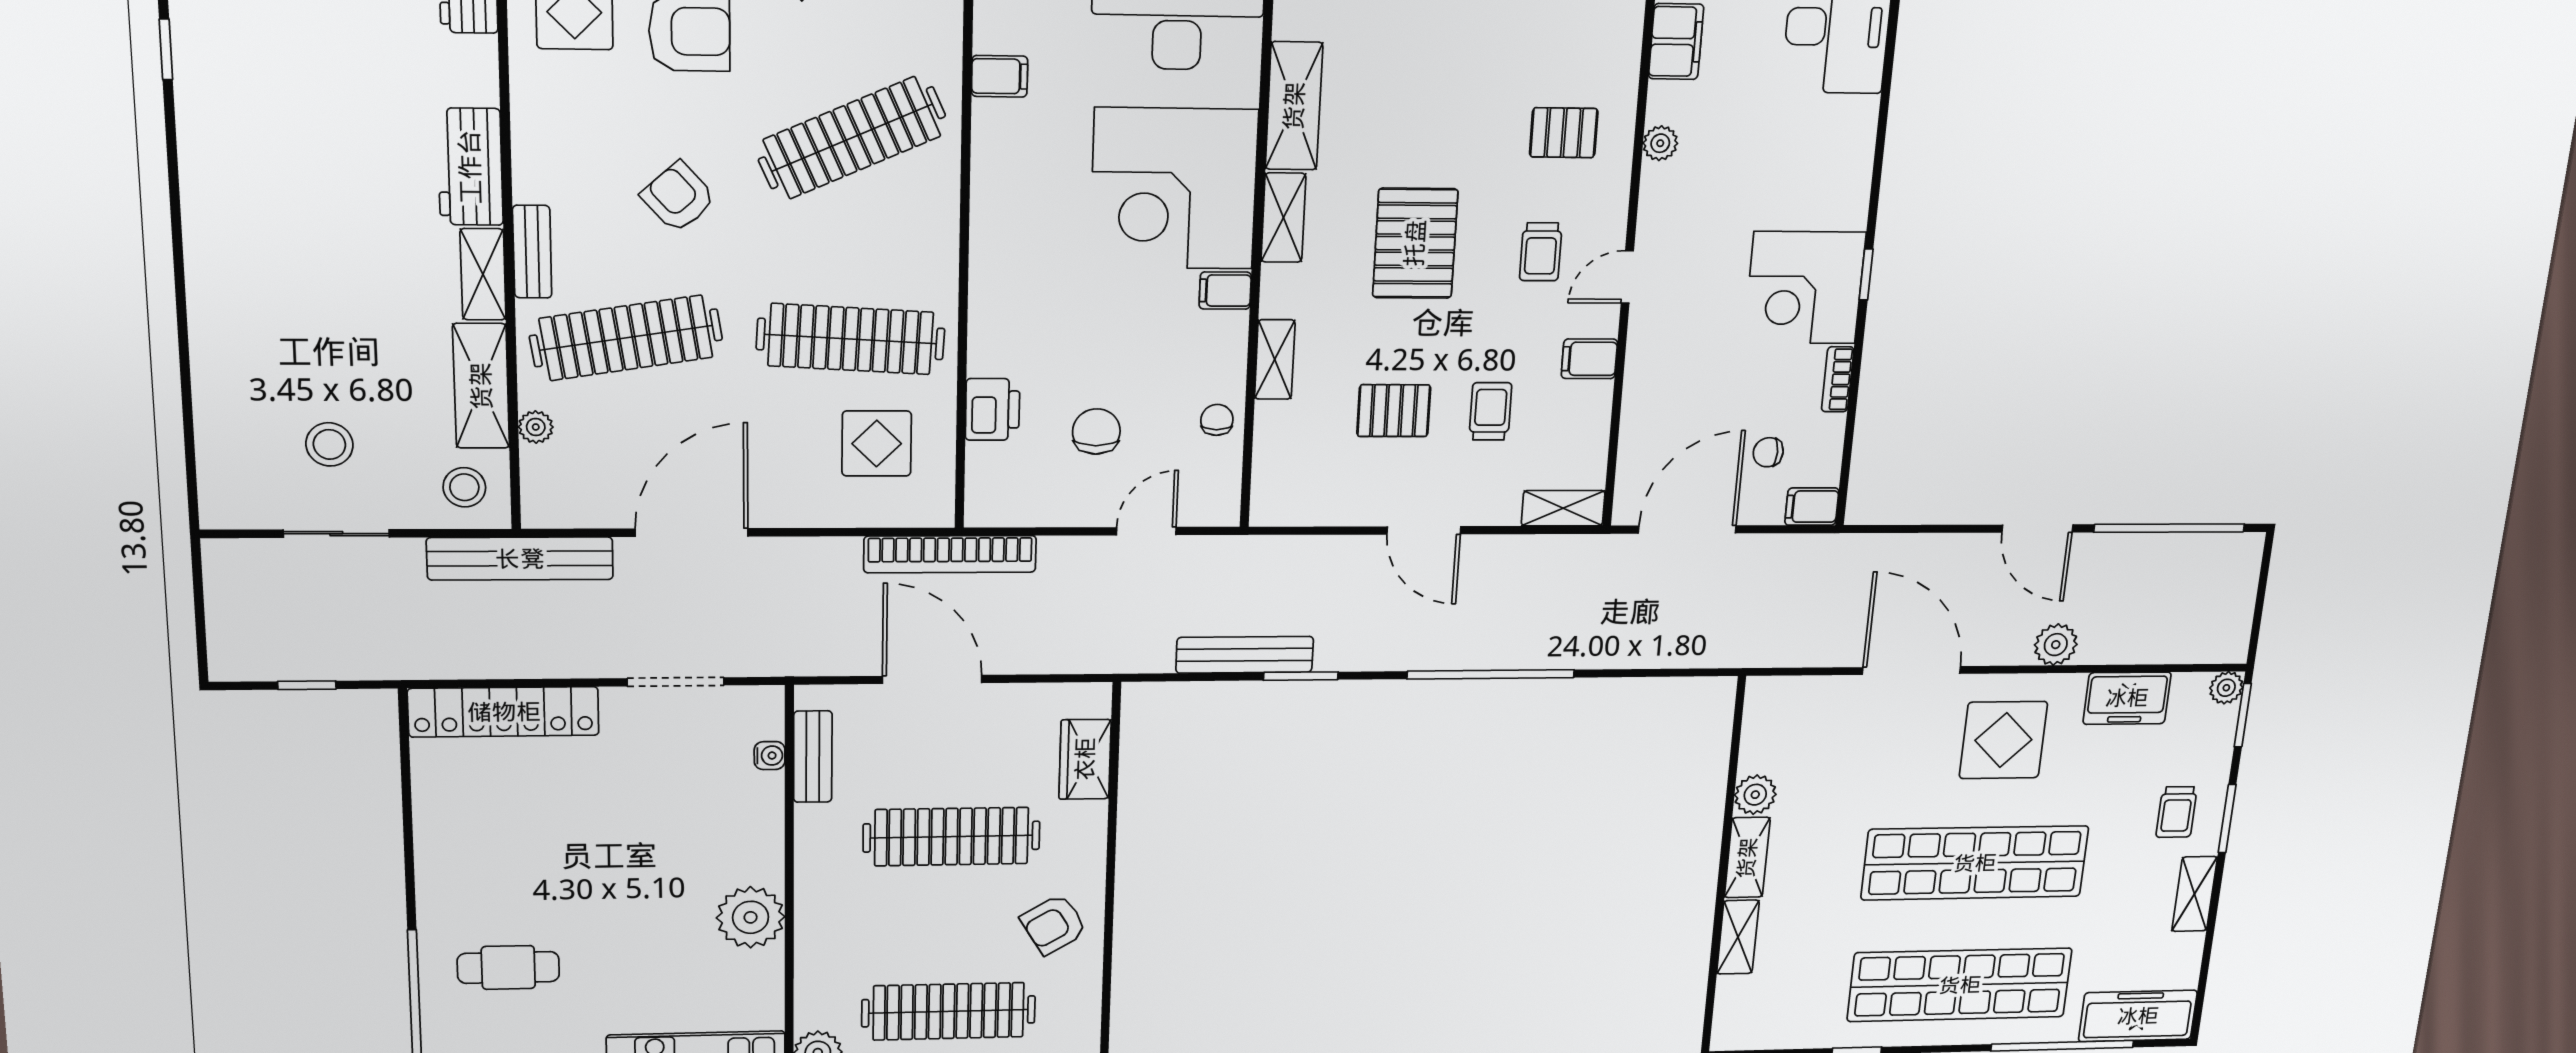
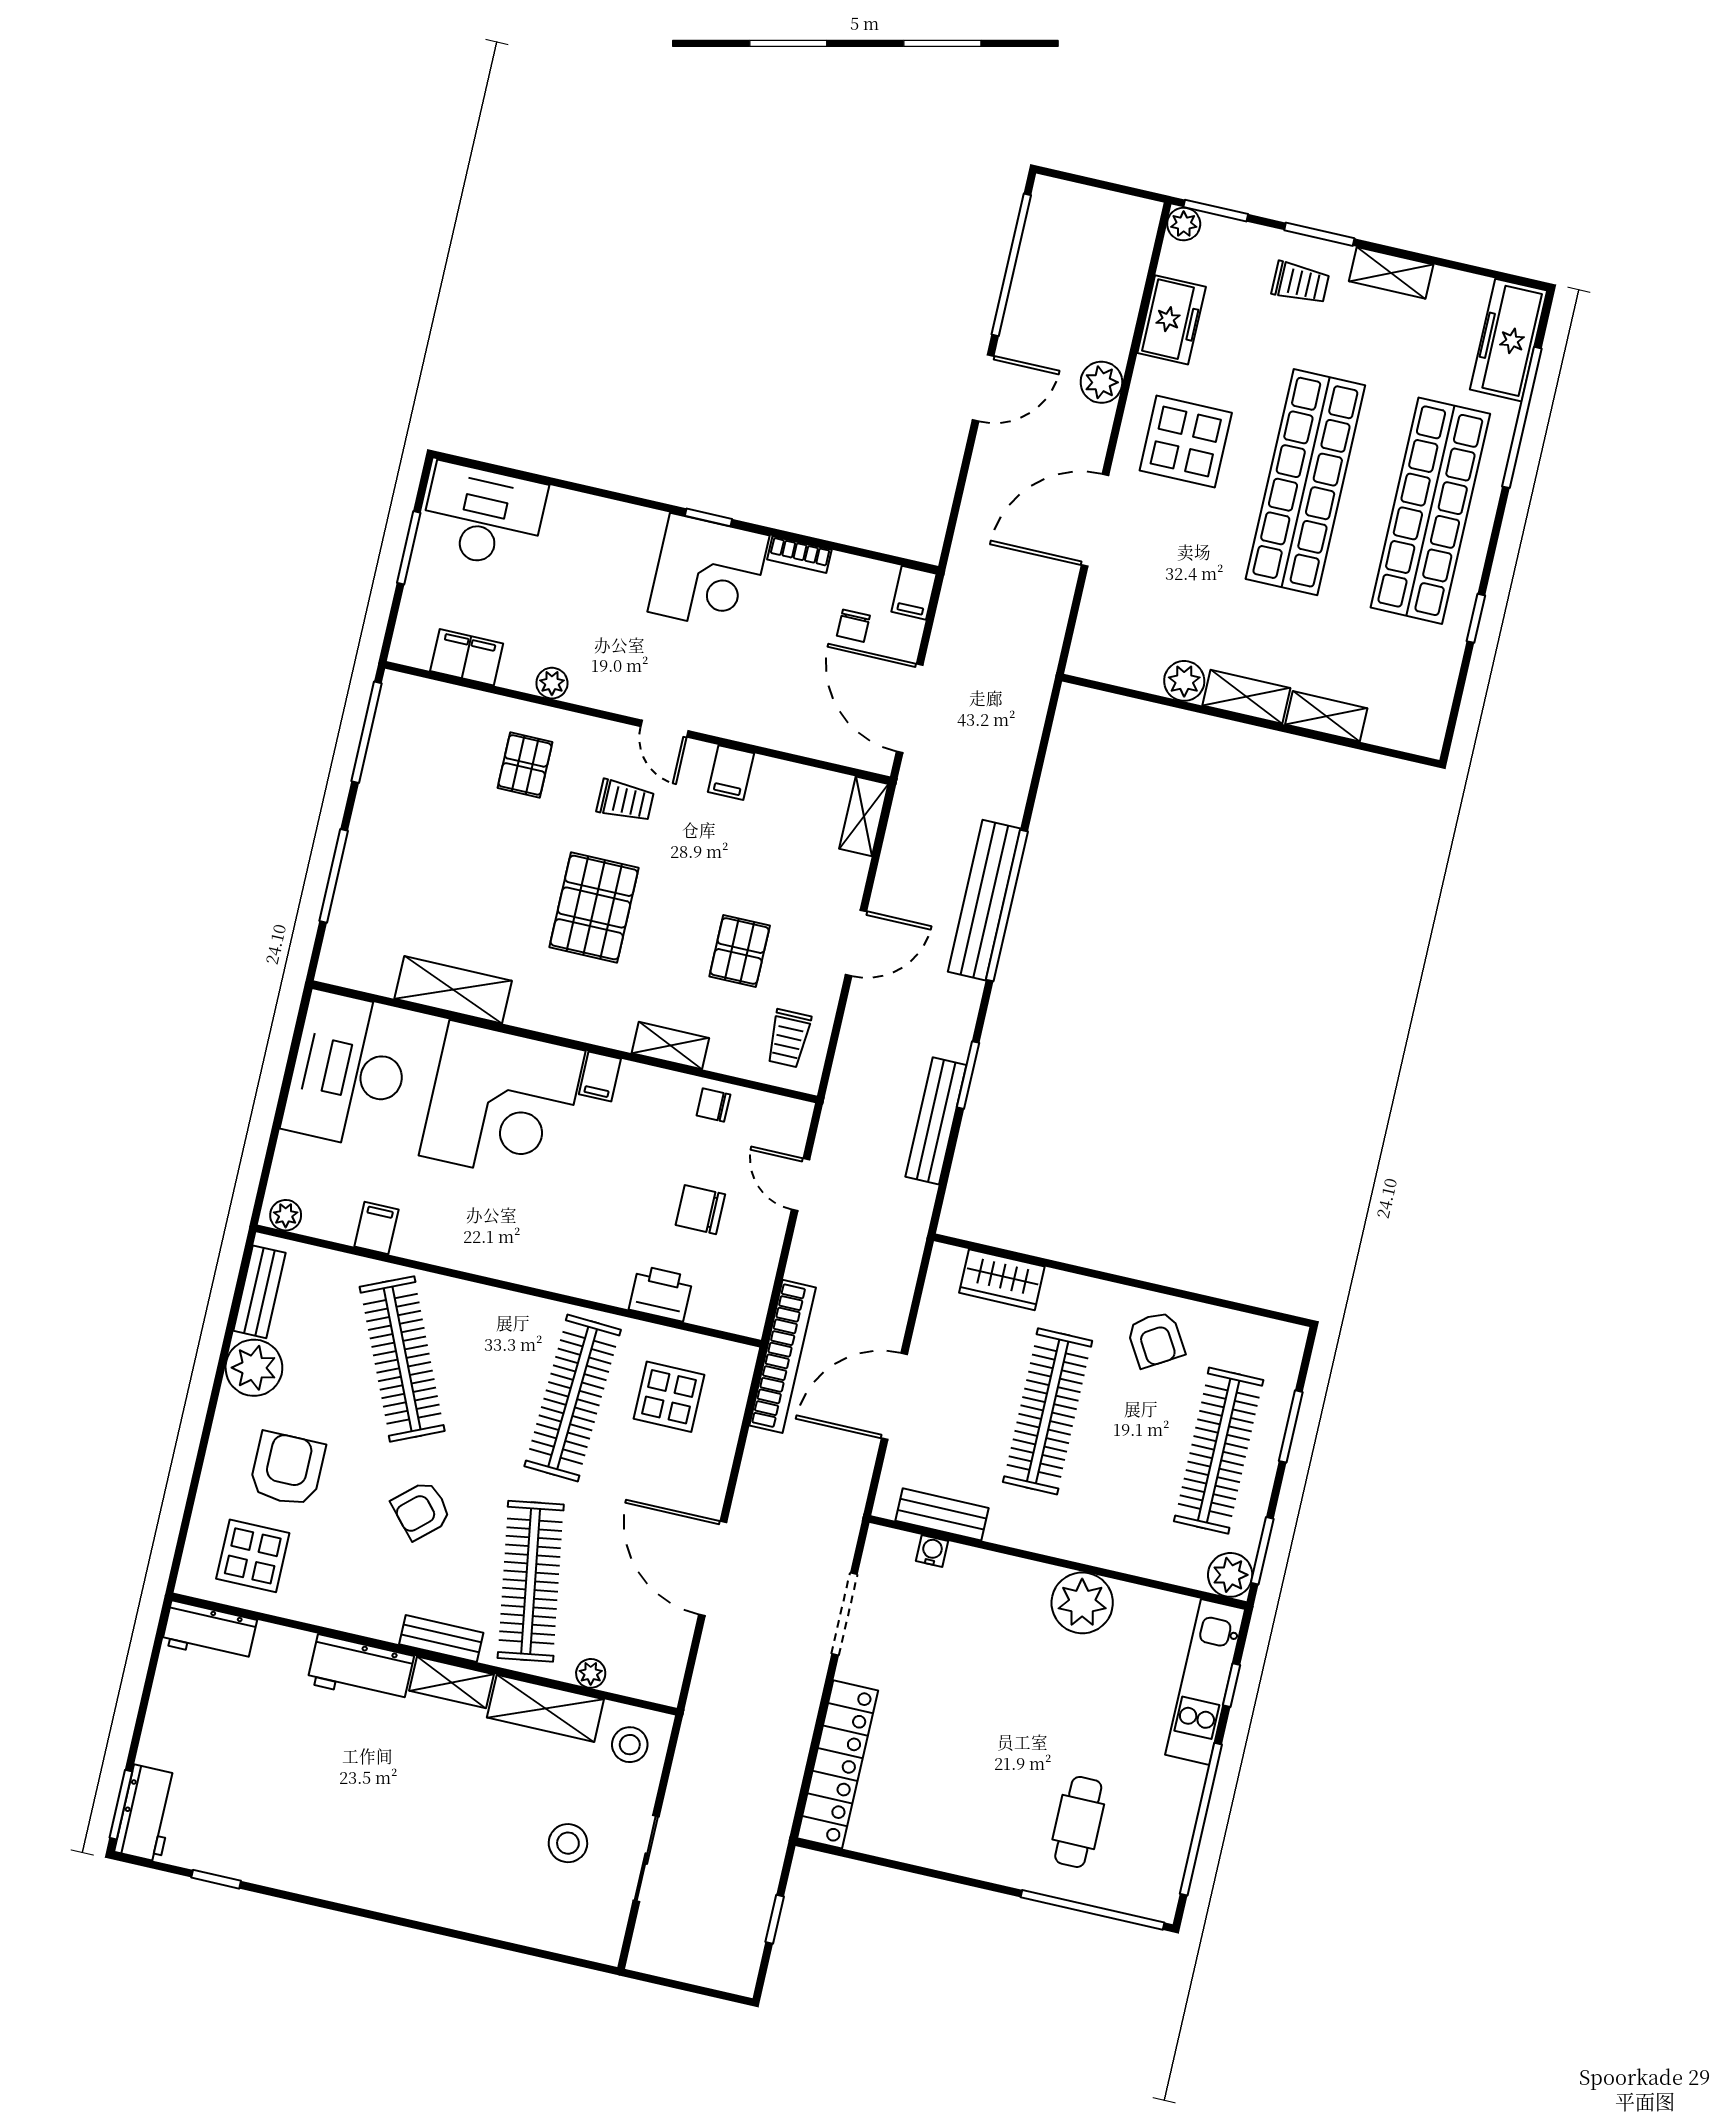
shelving: (1283, 218) -> (547, 1016), removed
pallet: (1415, 243) -> (594, 908), turned 90
trolley: (1490, 411) -> (789, 1038), moved, turned -90
bench: (520, 559) -> (984, 900), moved

